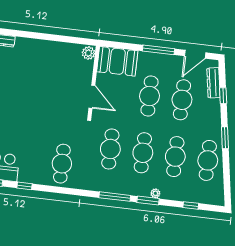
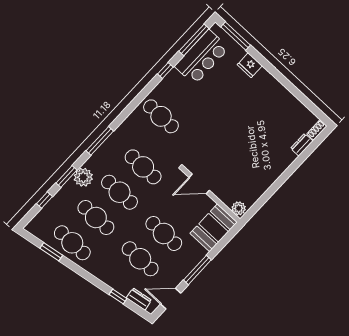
door: (195, 54) -> (171, 299), hinge flipped
dresser: (213, 83) -> (139, 299), width x0.70
window: (225, 138) -> (51, 252), moved
plant: (155, 193) -> (83, 177), width x1.88, depth x1.88
window: (148, 200) -> (66, 177), moved

